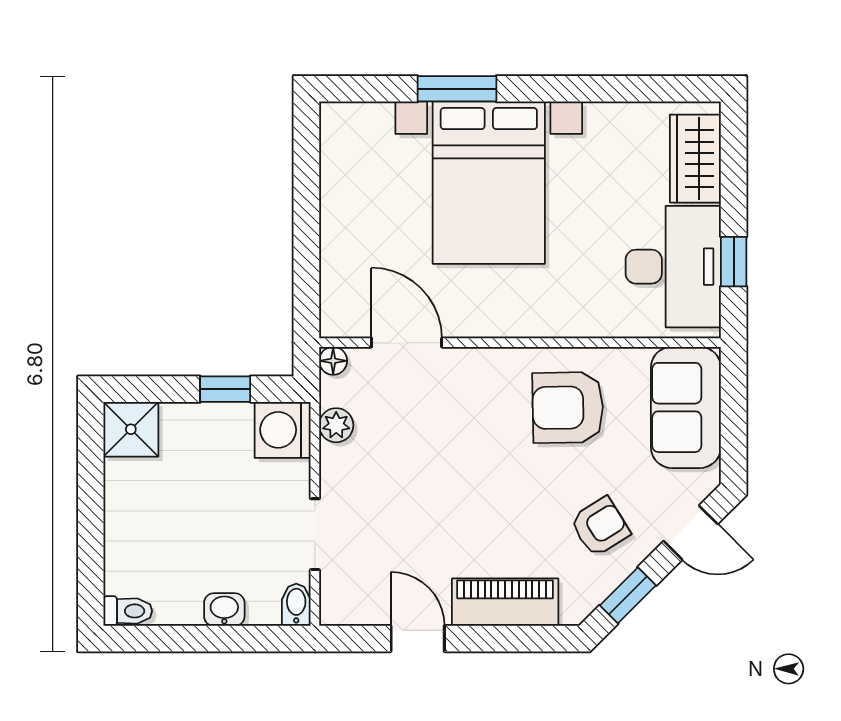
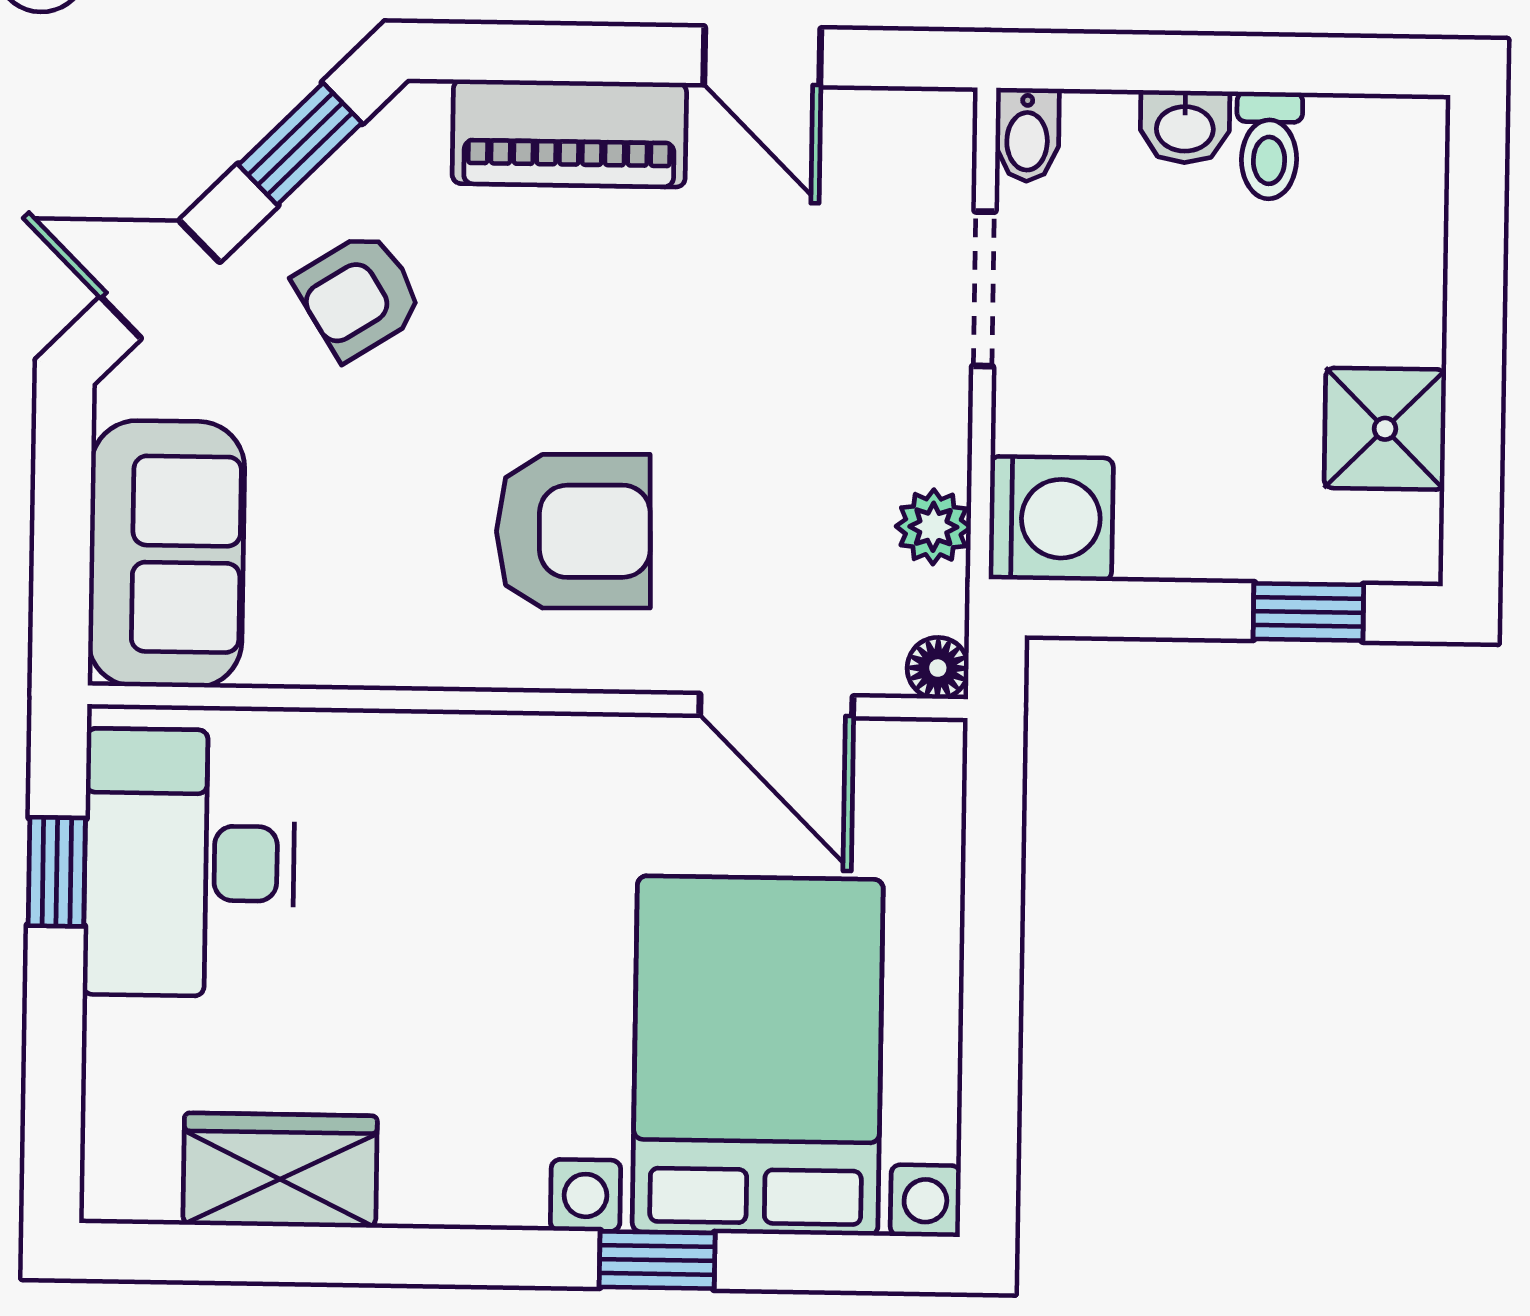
window: (457, 89) -> (657, 1260), width x0.67
wardrobe: (695, 159) -> (280, 1170), moved, turned -90
bed with nightstands: (489, 183) -> (758, 1056), moved
window: (225, 389) -> (1308, 612), moved
armchair: (568, 408) -> (573, 531), moved
shower: (131, 429) -> (1385, 429), moved
toilet: (128, 611) -> (1269, 145), moved, turned -90

